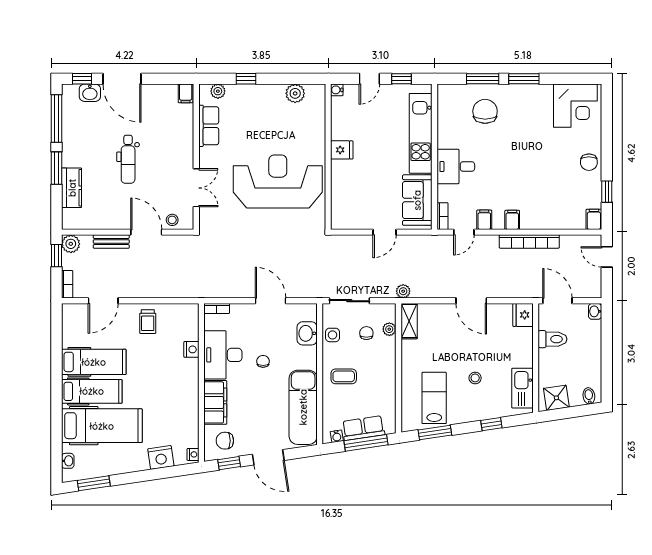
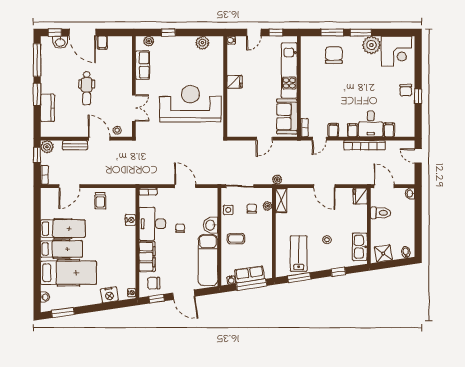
filing cabinet: (186, 93) -> (102, 43), moved
plant: (539, 97) -> (371, 45), added
desk: (456, 166) -> (371, 124), moved, turned -90
window: (607, 192) -> (418, 96), moved
filing cabinet: (594, 219) -> (389, 130), moved
washbasin: (307, 333) -> (211, 225), moved

